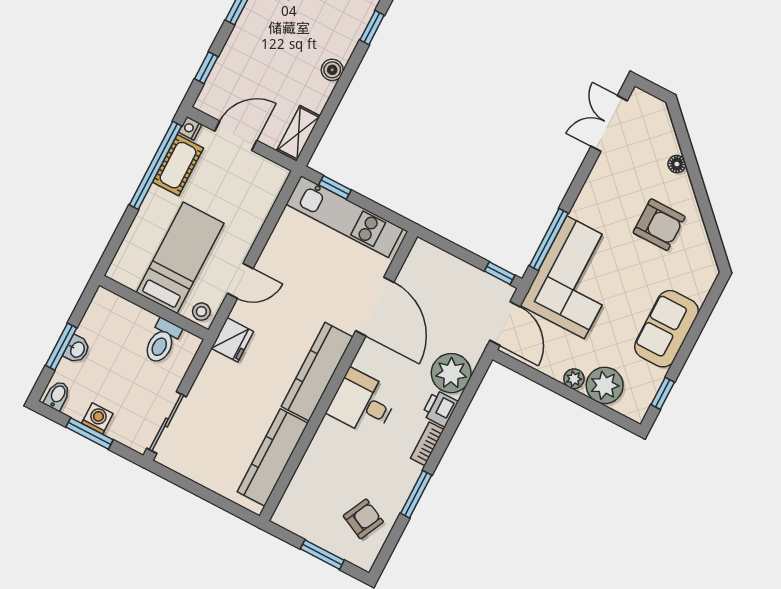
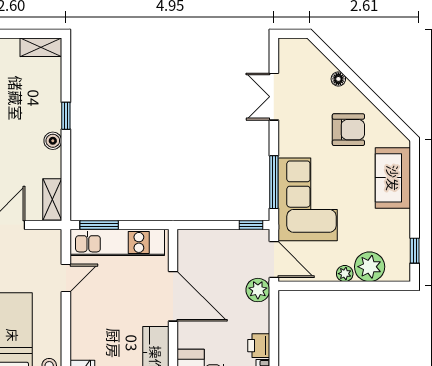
window: (372, 28) -> (66, 116), moved
double door: (609, 123) -> (274, 97), moved
window: (335, 187) -> (99, 225), width x1.50
door: (240, 281) -> (66, 278), moved
sofa: (666, 329) -> (393, 178), moved
plant: (451, 373) -> (258, 290), moved, width x0.73, depth x0.73

